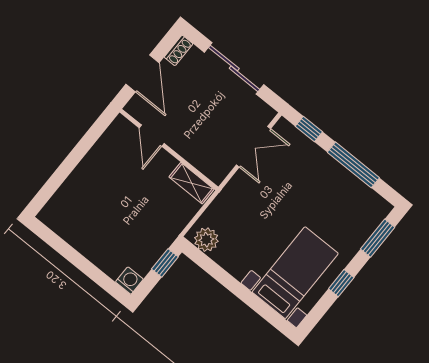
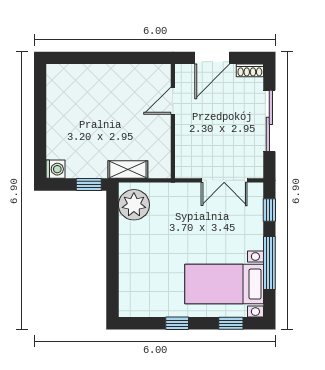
shelving: (192, 183) -> (128, 170), moved, turned 90
window: (378, 238) -> (231, 323), width x0.67
plant: (206, 240) -> (134, 205), width x1.36, depth x1.36
bed with nightstands: (295, 273) -> (224, 284), moved, turned 180

